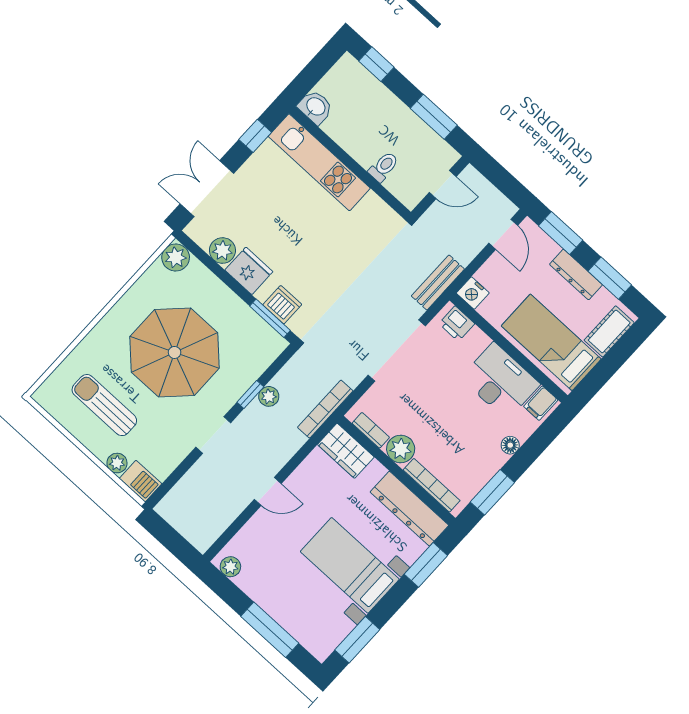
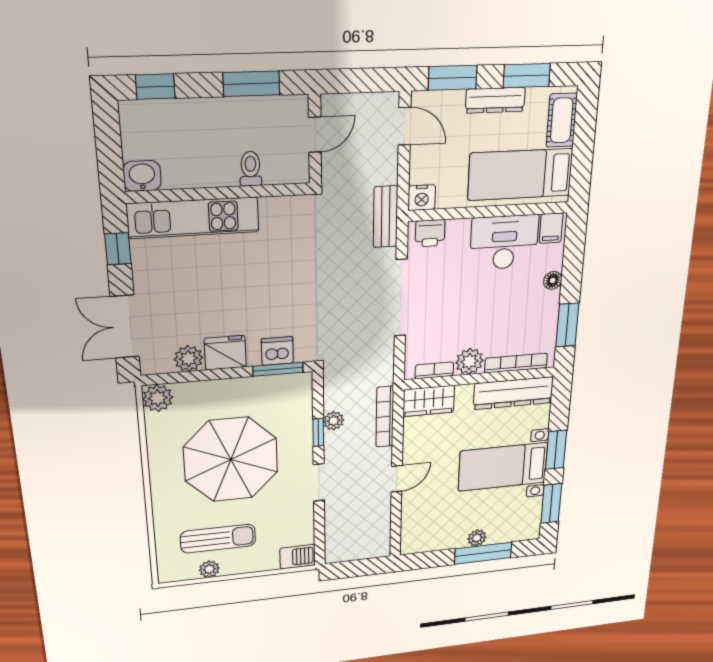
sun lounger: (104, 405) -> (218, 539), turned 180
bookcase: (325, 409) -> (385, 417), moved
plant: (117, 463) -> (209, 569), moved
window: (426, 565) -> (556, 450), moved
plant: (230, 567) -> (477, 538), moved

